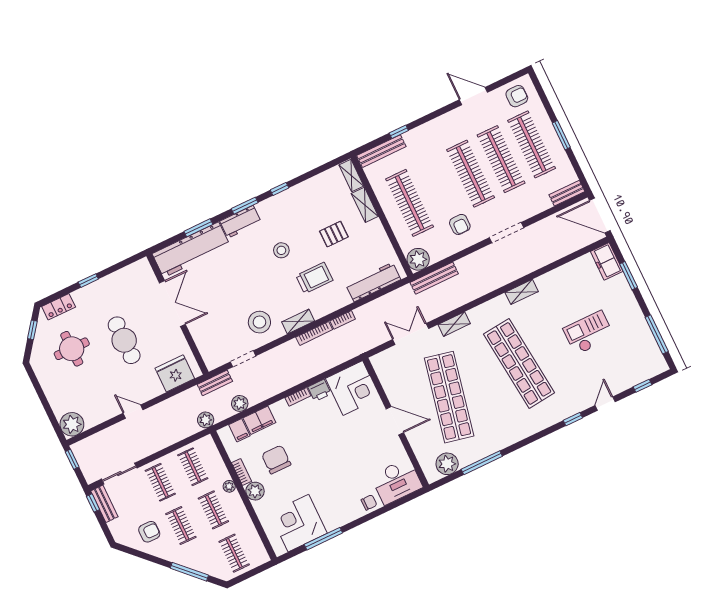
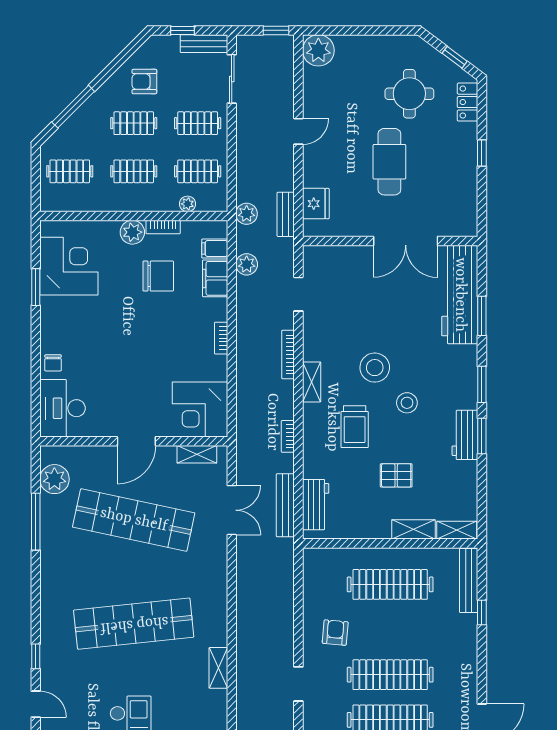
window: (280, 189) -> (482, 436), width x1.50
workbench: (241, 222) -> (465, 435), moved
armchair: (460, 224) -> (335, 633), turned 95
doorway: (506, 233) -> (298, 684), width x0.73
pallet: (334, 234) -> (396, 475), turned 90
plant: (418, 259) -> (317, 562), removed
bench: (434, 278) -> (285, 505), moved
workbench: (373, 282) -> (316, 505), width x0.73
stool: (259, 322) -> (375, 368), moved
shelving: (454, 324) -> (197, 454), moved, turned 90
bookcase: (314, 333) -> (288, 355), moved
cafe table: (124, 340) -> (389, 162), turned 90
fridge: (175, 373) -> (316, 204), width x0.73, depth x0.75
bench: (215, 383) -> (286, 214), moved
printer: (320, 390) -> (216, 368), removed
plant: (229, 486) -> (187, 204), moved
window: (93, 503) -> (183, 30), moved
armchair: (149, 532) -> (144, 82), turned 90
window: (323, 539) -> (36, 287), width x0.69

